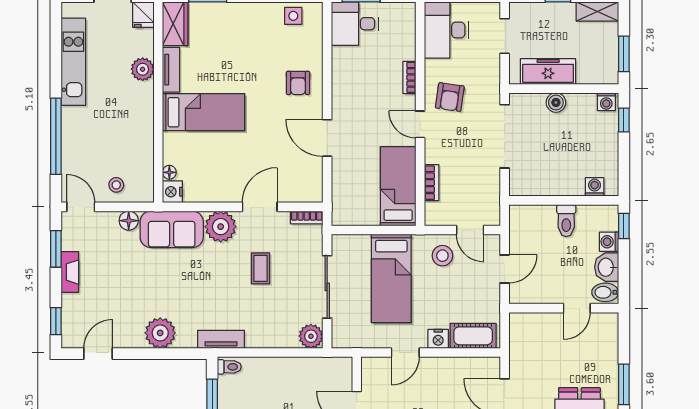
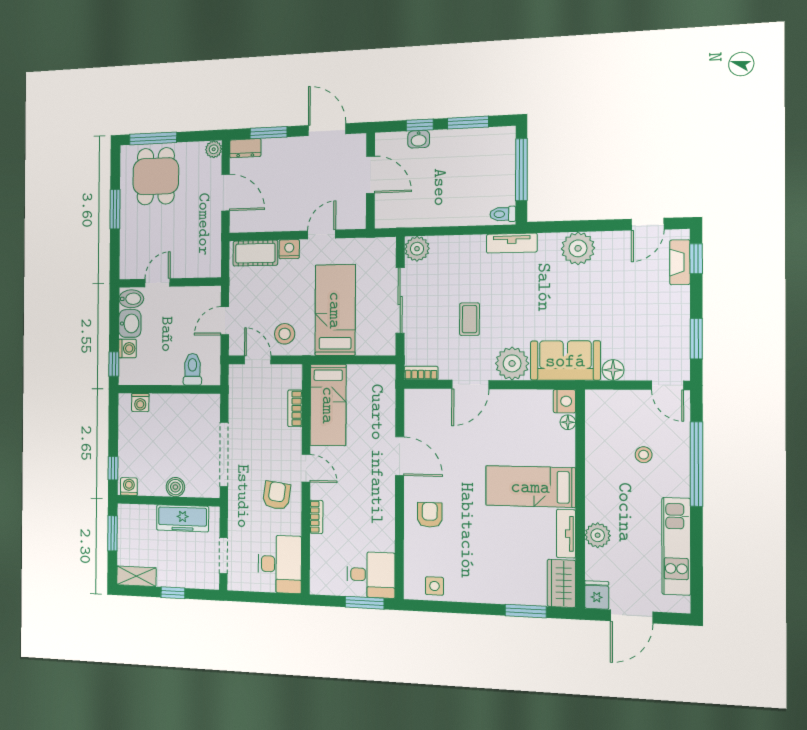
stool: (116, 185) -> (644, 455), moved
toilet: (566, 221) -> (192, 369), moved
fireplace: (70, 272) -> (680, 262), moved

